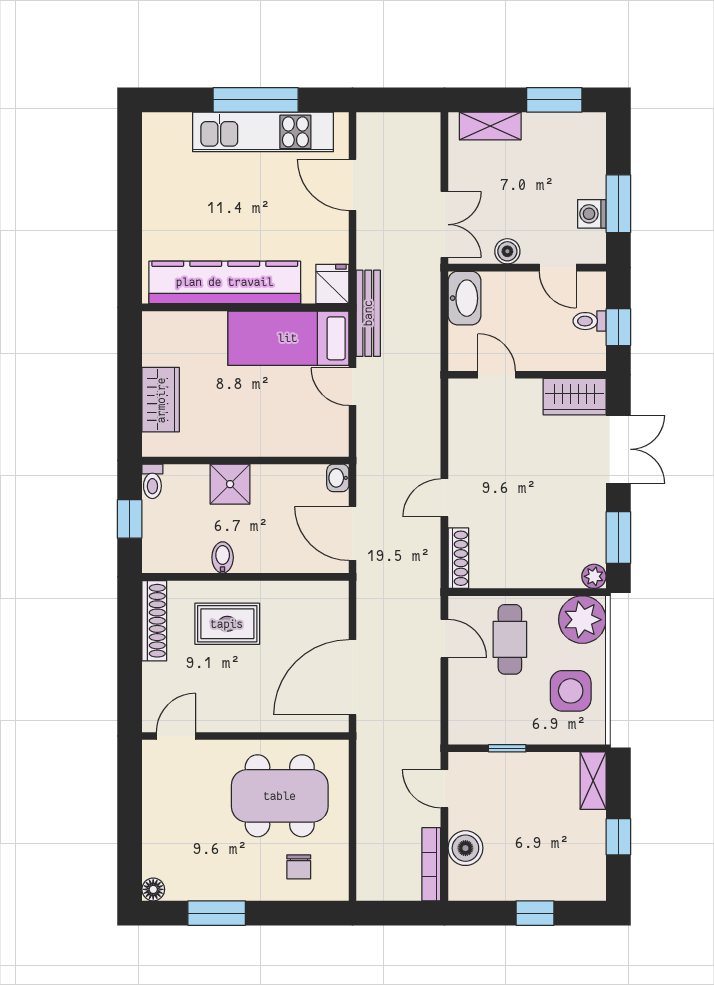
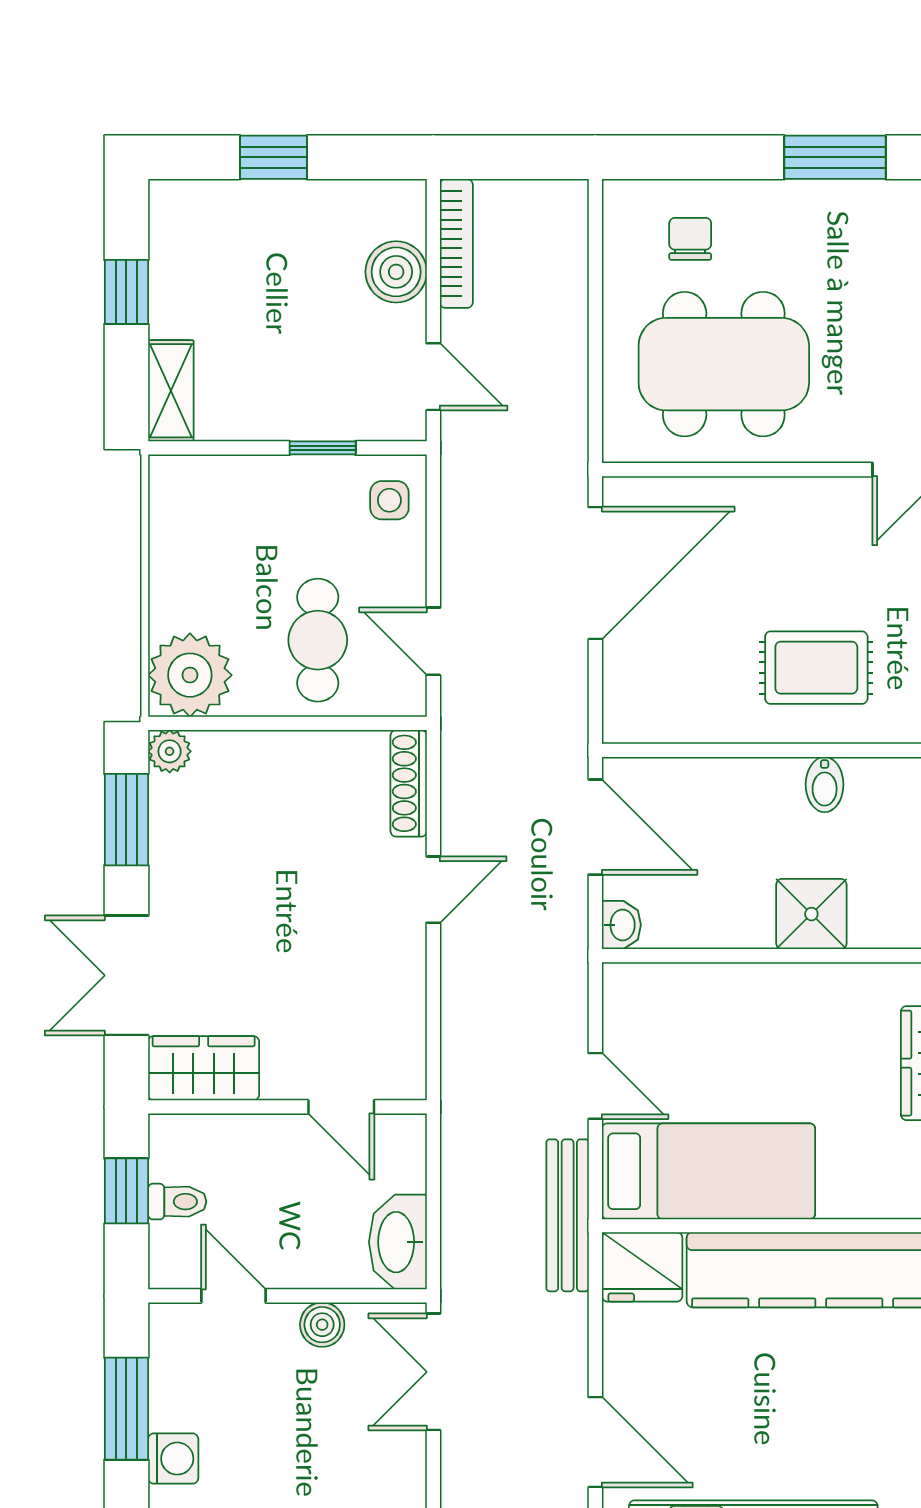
washing machine: (592, 214) -> (173, 1459), moved
fridge: (332, 284) -> (642, 1267), width x1.38
side table: (571, 691) -> (389, 500), moved, width x0.54, depth x0.54

